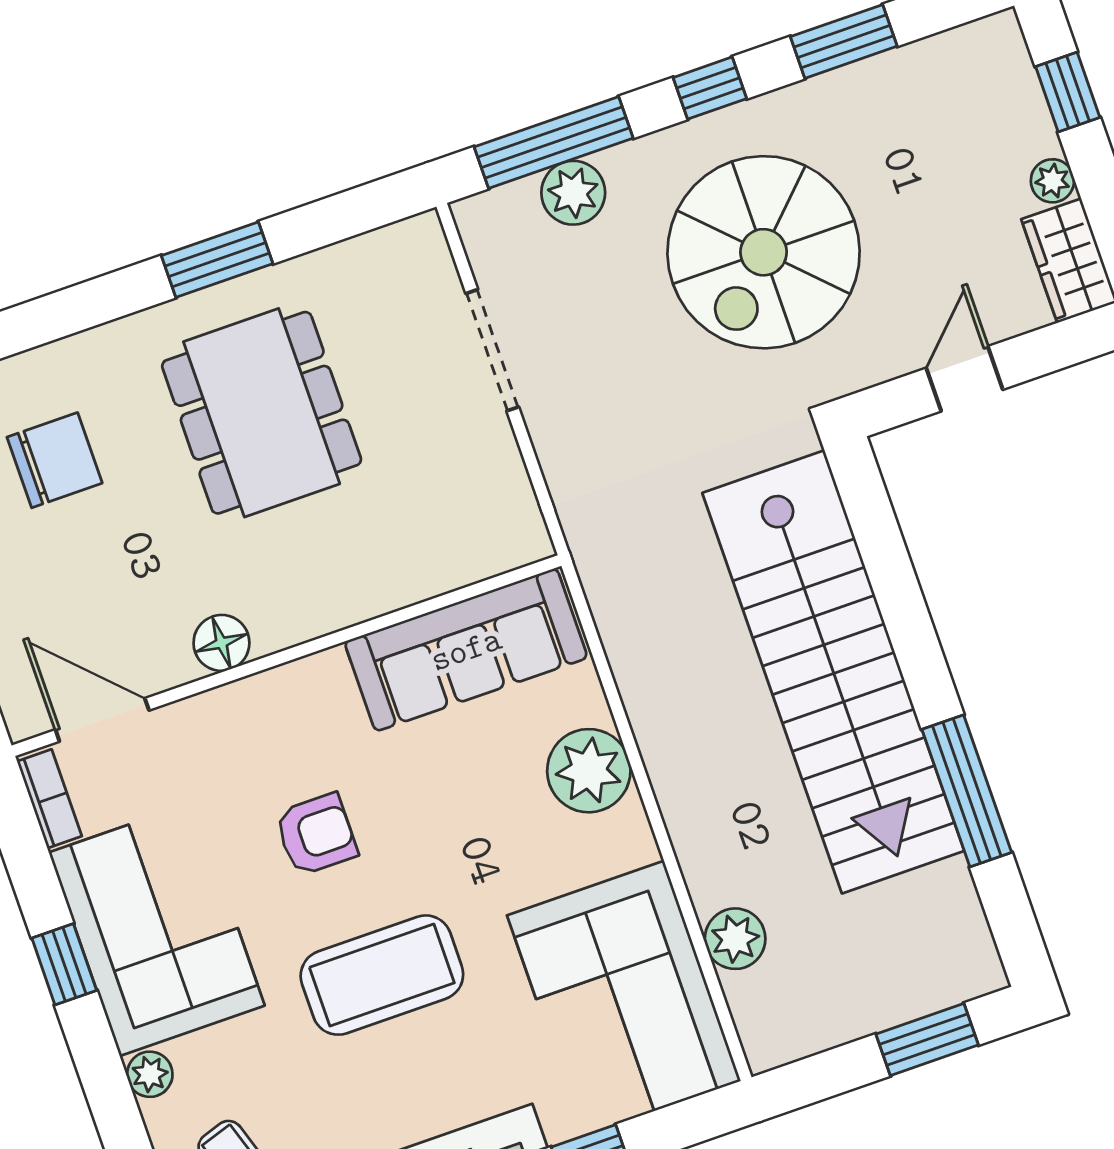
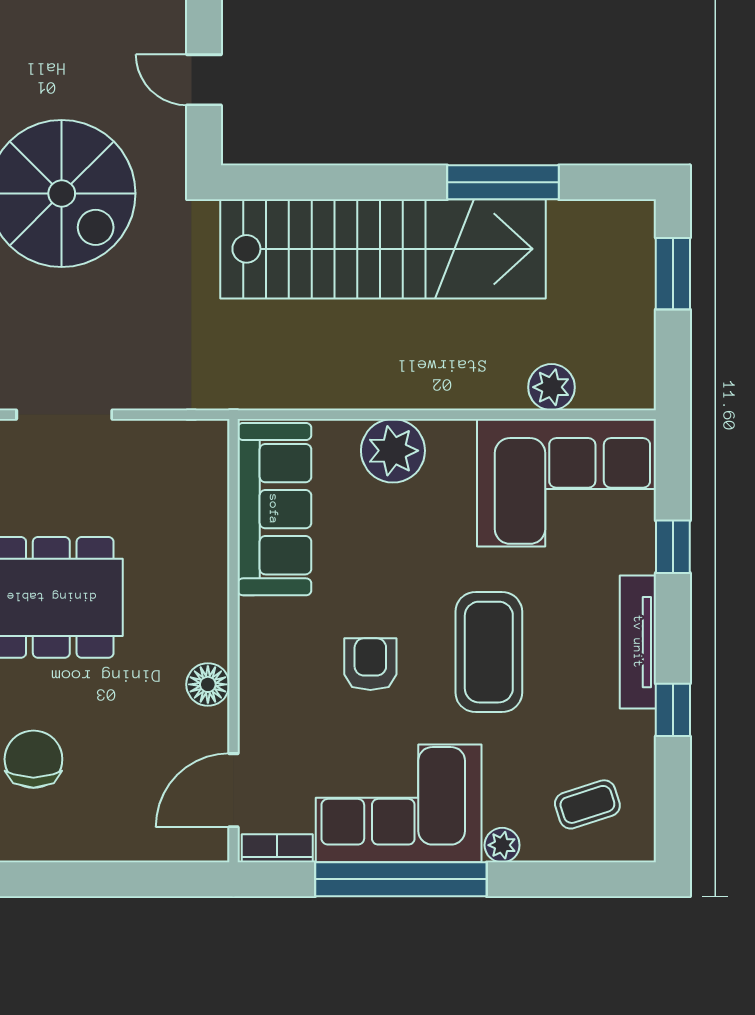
window: (64, 964) -> (401, 879), width x3.17

